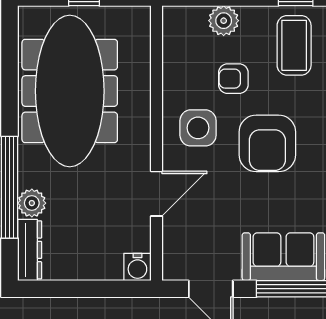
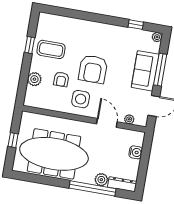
armchair: (267, 143) -> (93, 69), turned 90
plant: (173, 241) -> (129, 119), added
water cooler: (137, 267) -> (136, 152), moved

